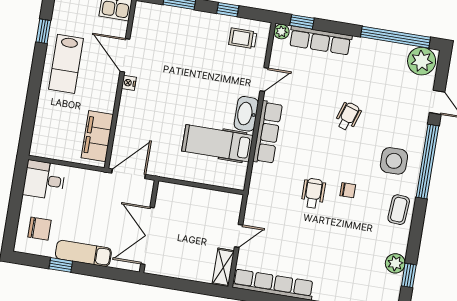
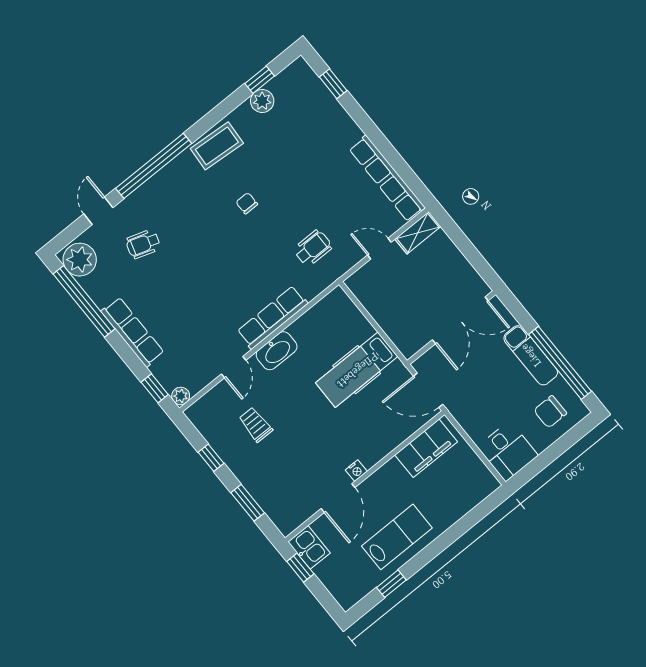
trolley: (243, 38) -> (256, 425), moved, turned 180
row of seats: (320, 40) -> (132, 332), moved
door: (264, 79) -> (234, 367), swing flipped
wheelchair: (348, 116) -> (143, 244), moved
hospital bed: (217, 143) -> (357, 370), moved, turned 90
side table: (394, 161) -> (183, 193), removed
wheelchair: (313, 193) -> (313, 248), moved, turned 180
coffee table: (399, 210) -> (217, 146), width x1.36, depth x1.30
chair: (39, 229) -> (550, 412), turned -90
window: (61, 265) -> (560, 363), width x3.17

